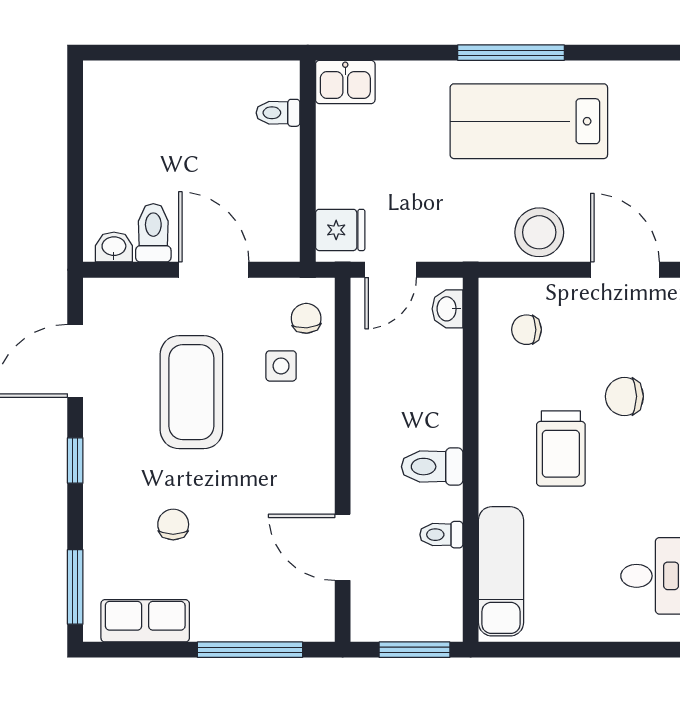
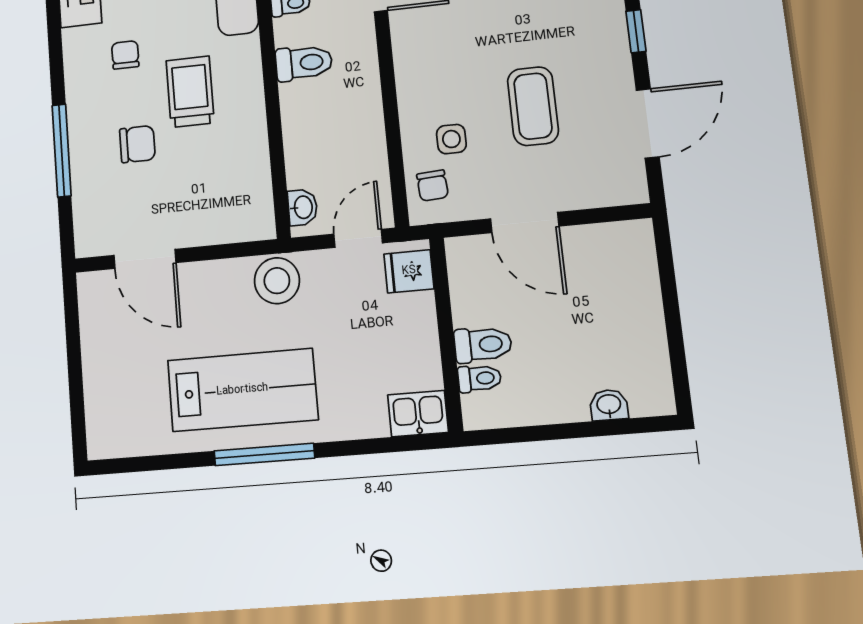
stool: (539, 232) -> (277, 281), moved
toilet: (153, 233) -> (483, 345), moved, turned -90
washbasin: (114, 247) -> (609, 405), moved, turned 180
chair: (526, 330) -> (125, 55), moved, turned -90
coffee table: (191, 392) -> (533, 106), width x0.73, depth x0.76

